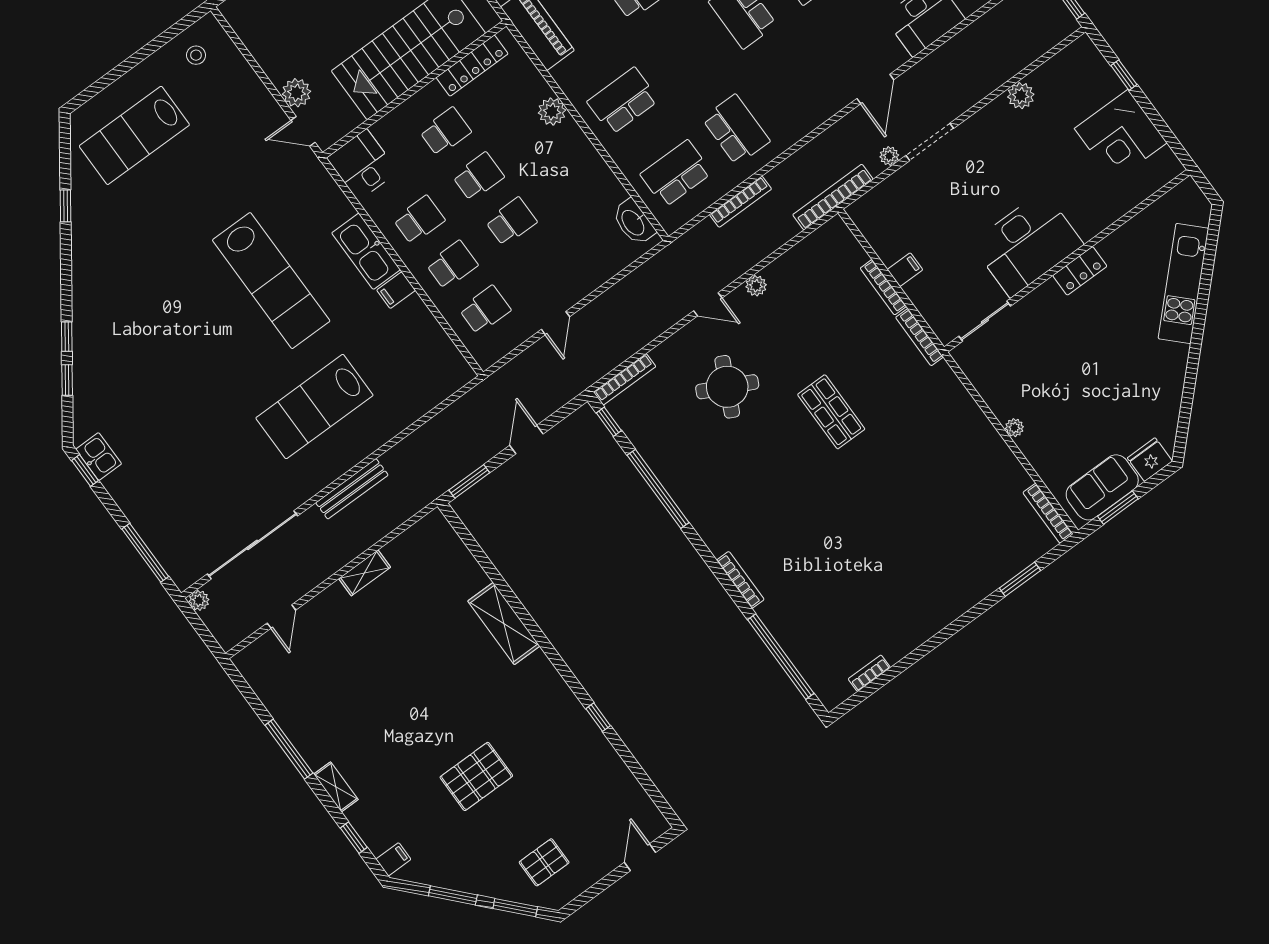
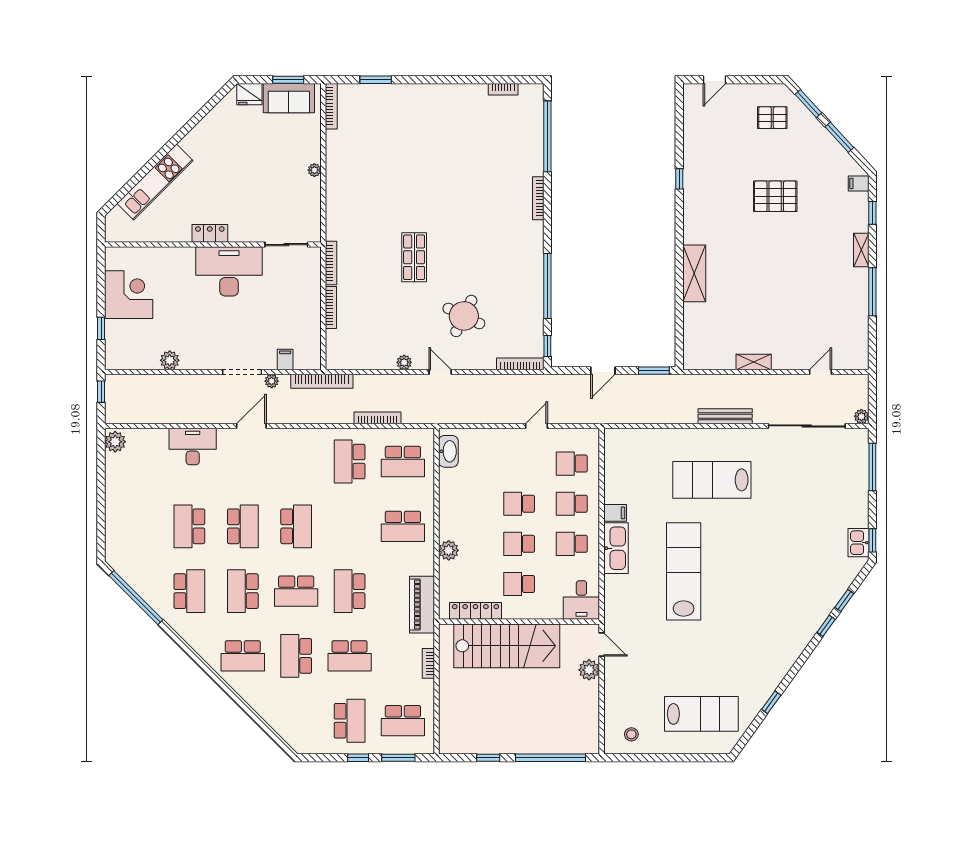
filing cabinet: (905, 270) -> (285, 360), moved, turned 90
lab bench: (314, 407) -> (712, 480), turned 180

